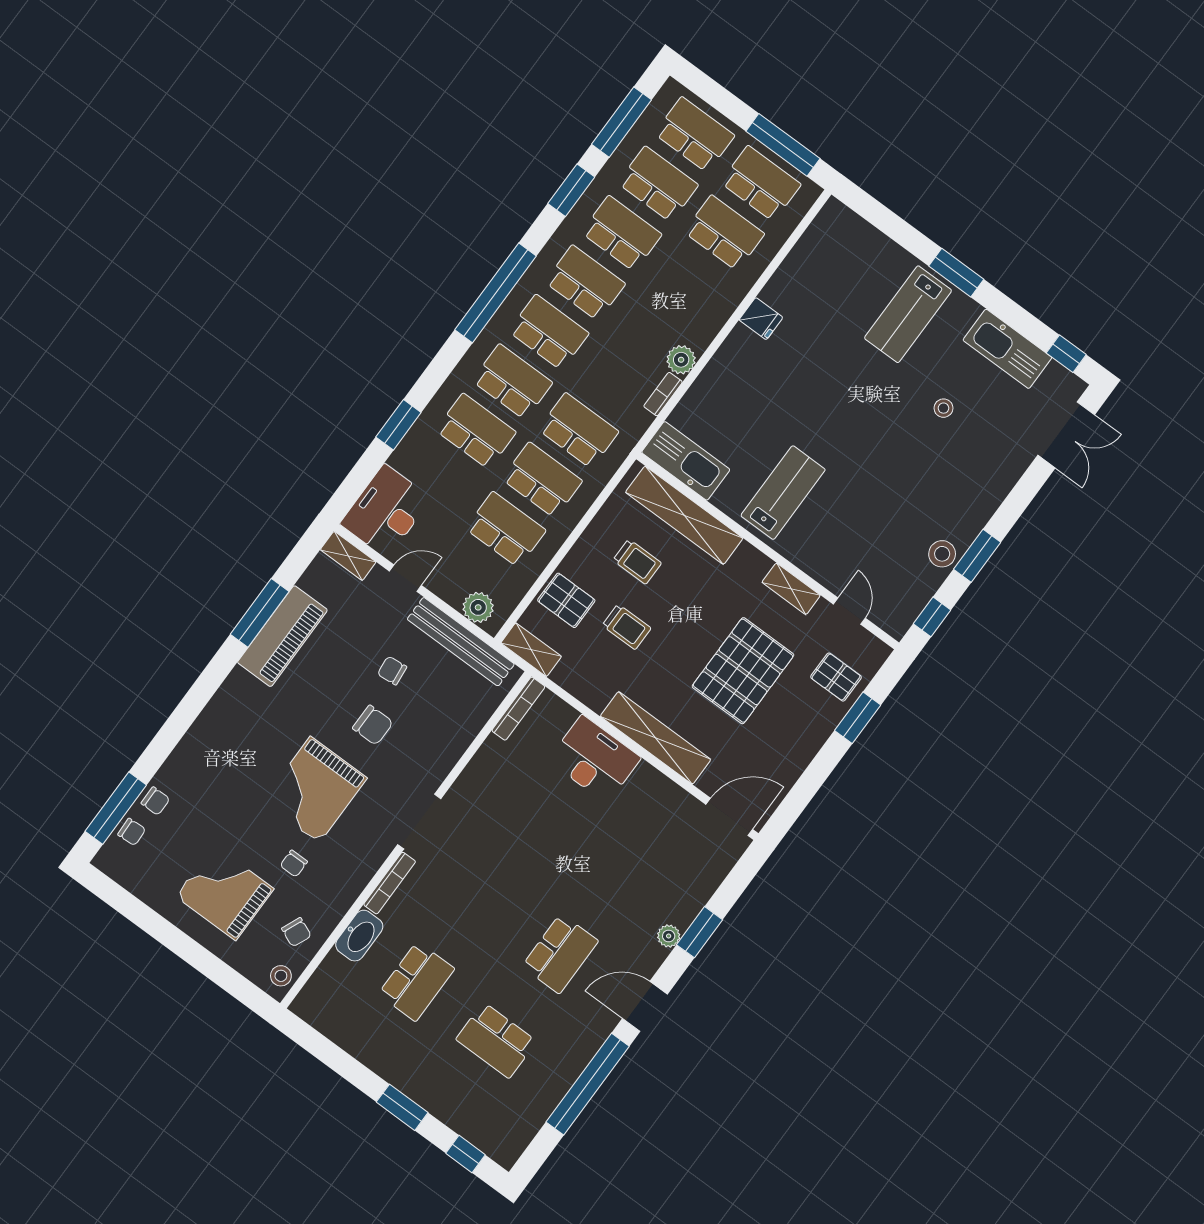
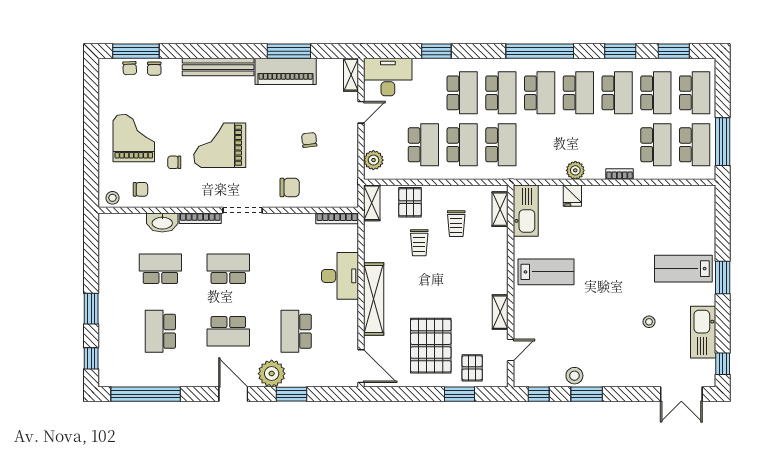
window: (622, 122) -> (674, 51), width x0.69
fridge: (761, 319) -> (572, 196), moved
bookcase: (663, 394) -> (619, 174), moved
shelving: (684, 515) -> (500, 209), width x0.45, depth x0.75
door: (405, 578) -> (361, 112), hinge flipped
bench: (461, 642) -> (218, 67), moved, turned 90
pallet: (743, 671) -> (431, 346), moved, turned 90
chair: (373, 725) -> (290, 187), moved, turned -90
school desk: (624, 867) -> (296, 331), added
school desk: (480, 895) -> (228, 269), added
chair: (296, 932) -> (140, 189), turned -113
plant: (669, 936) -> (272, 374), width x1.87, depth x1.87
school desk: (416, 981) -> (160, 269), turned 180
window: (588, 1084) -> (146, 394), moved

